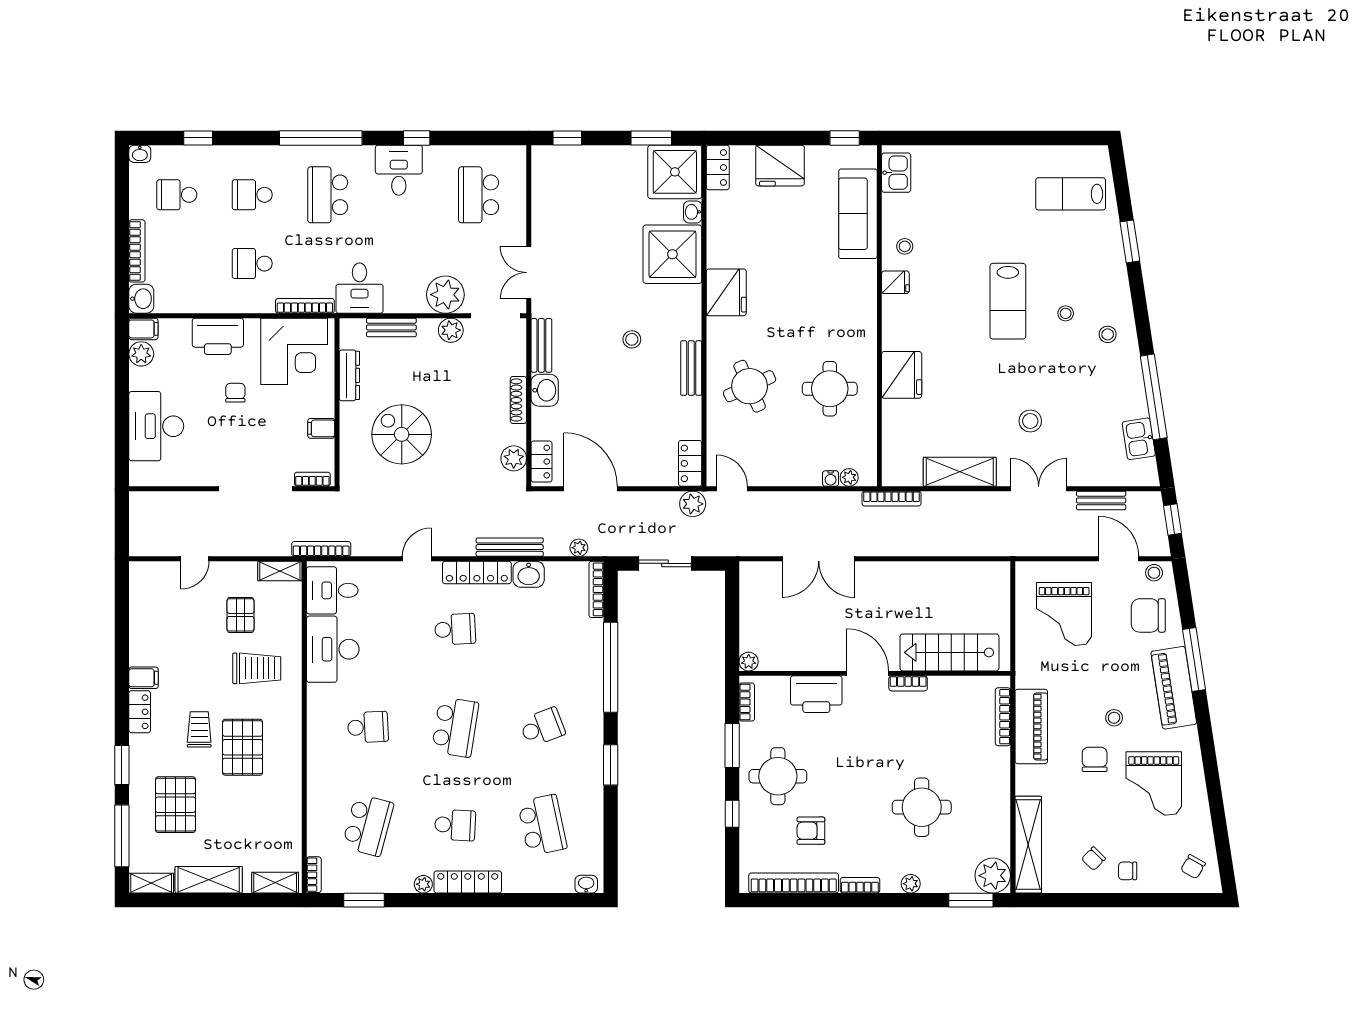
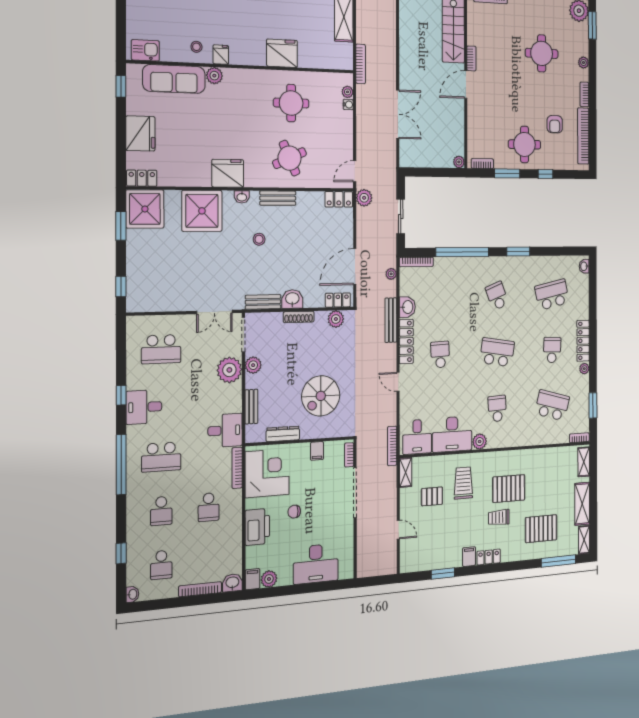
washbasin: (693, 212) -> (242, 197), moved
plant: (865, 273) -> (214, 76), added
printer: (816, 694) -> (478, 118), removed
plant: (319, 696) -> (480, 442), added
window: (122, 765) -> (443, 573), moved

